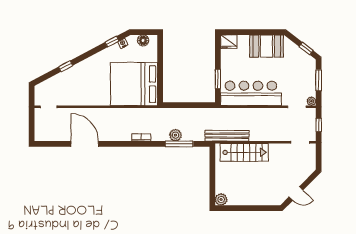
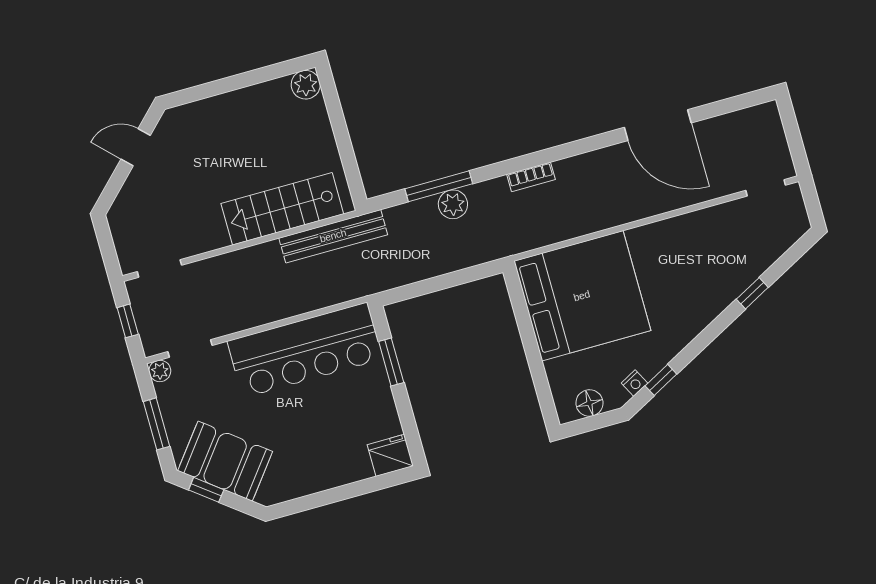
booth: (267, 46) -> (225, 461), moved, turned 38

